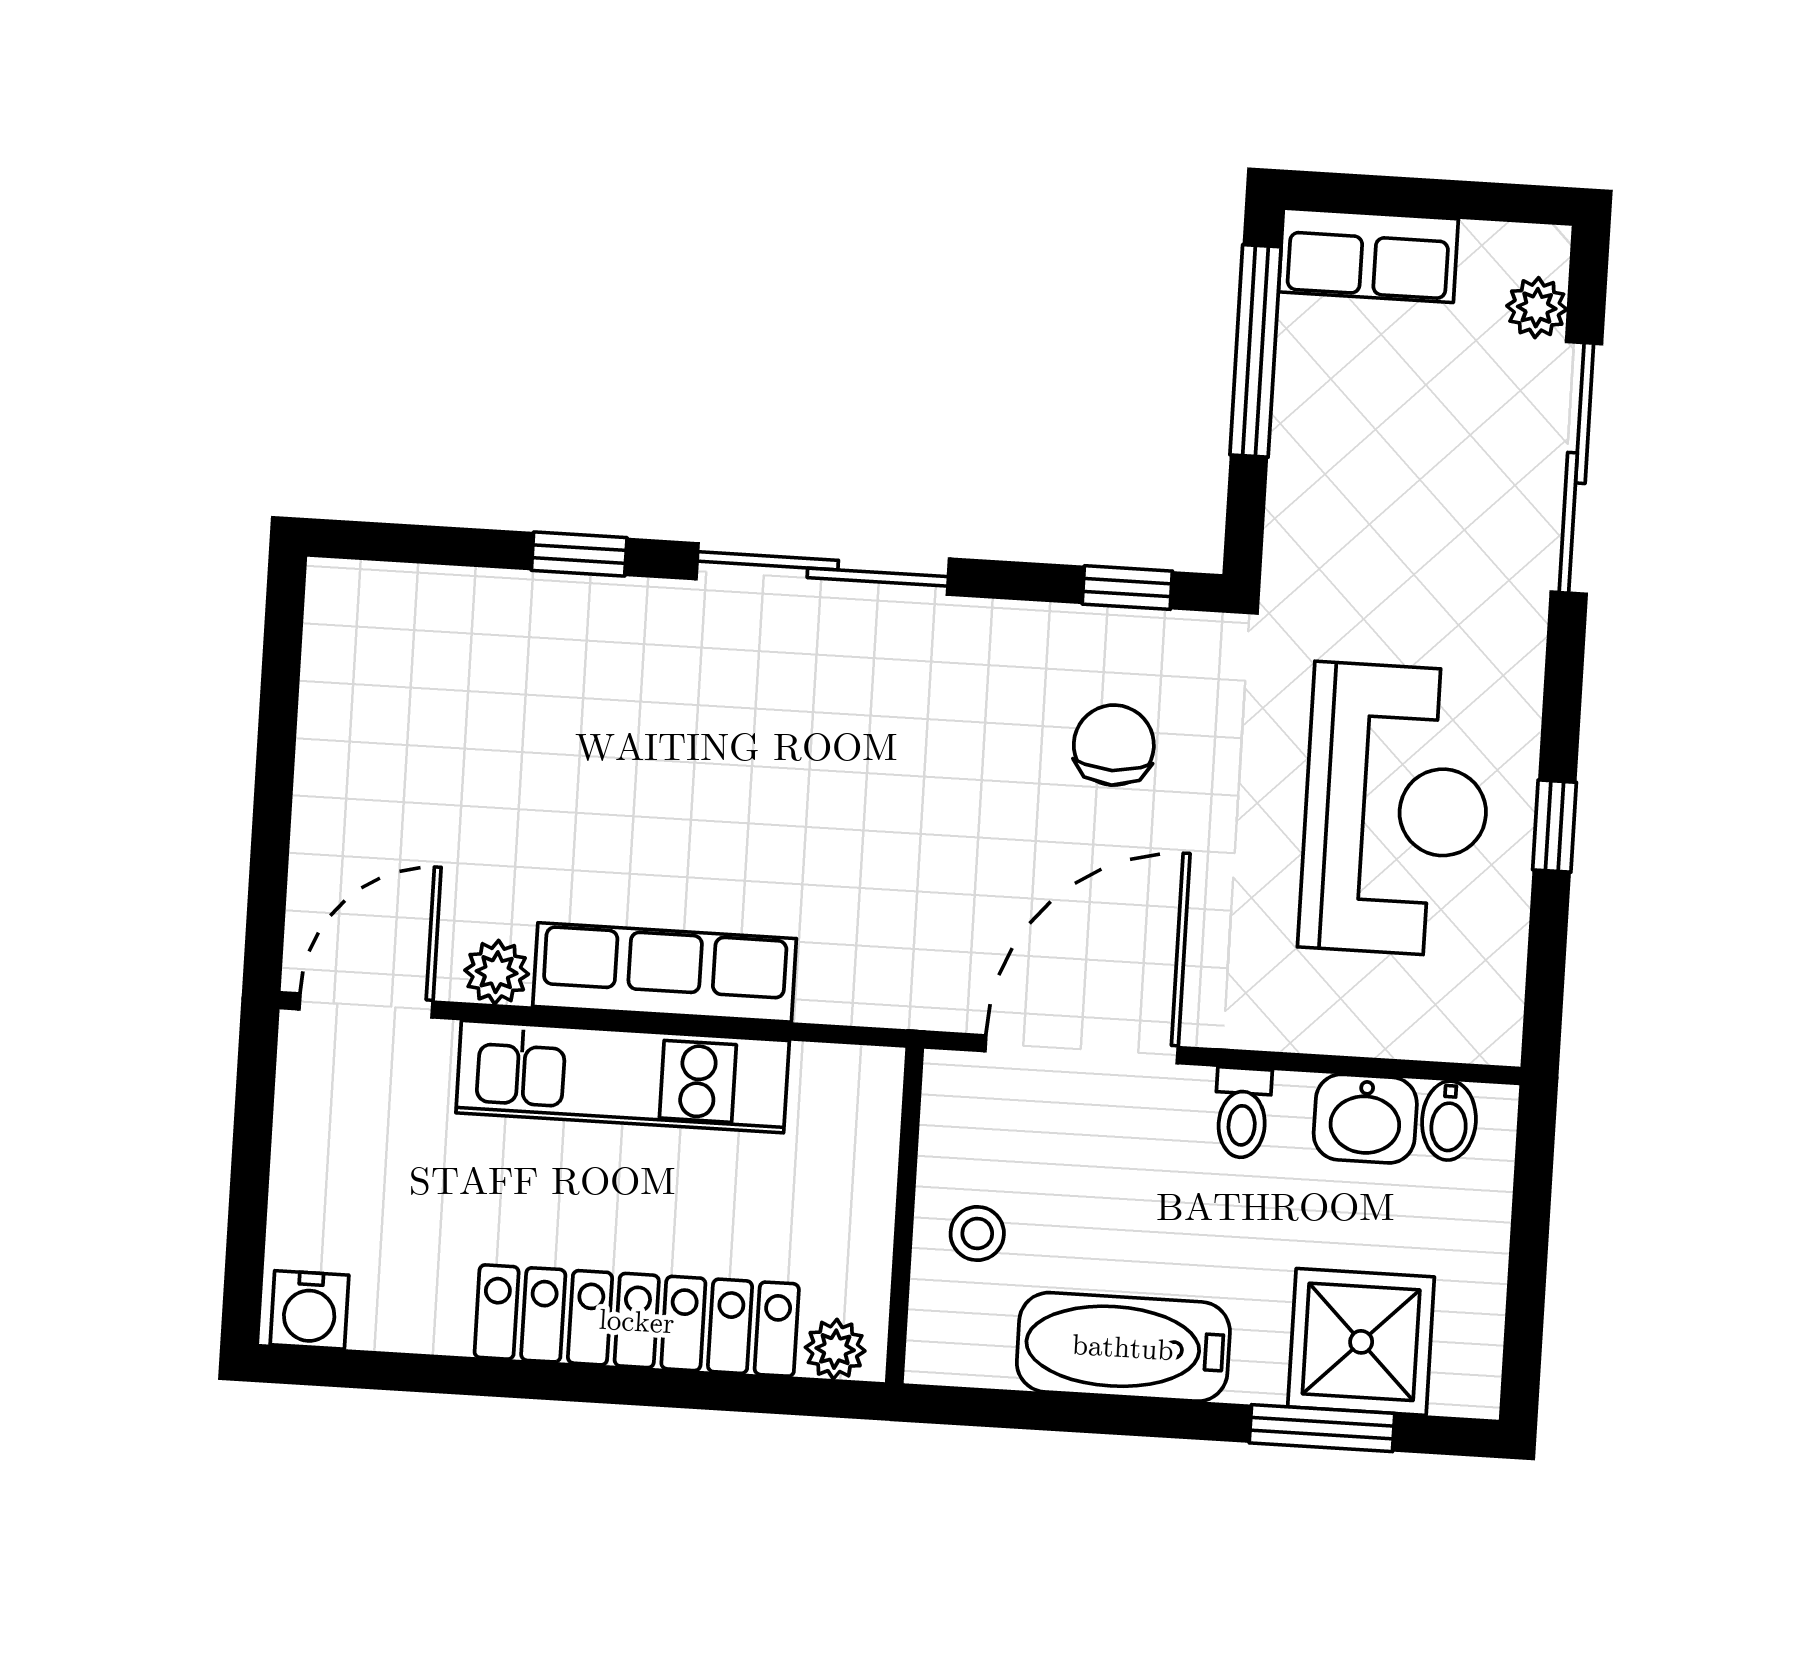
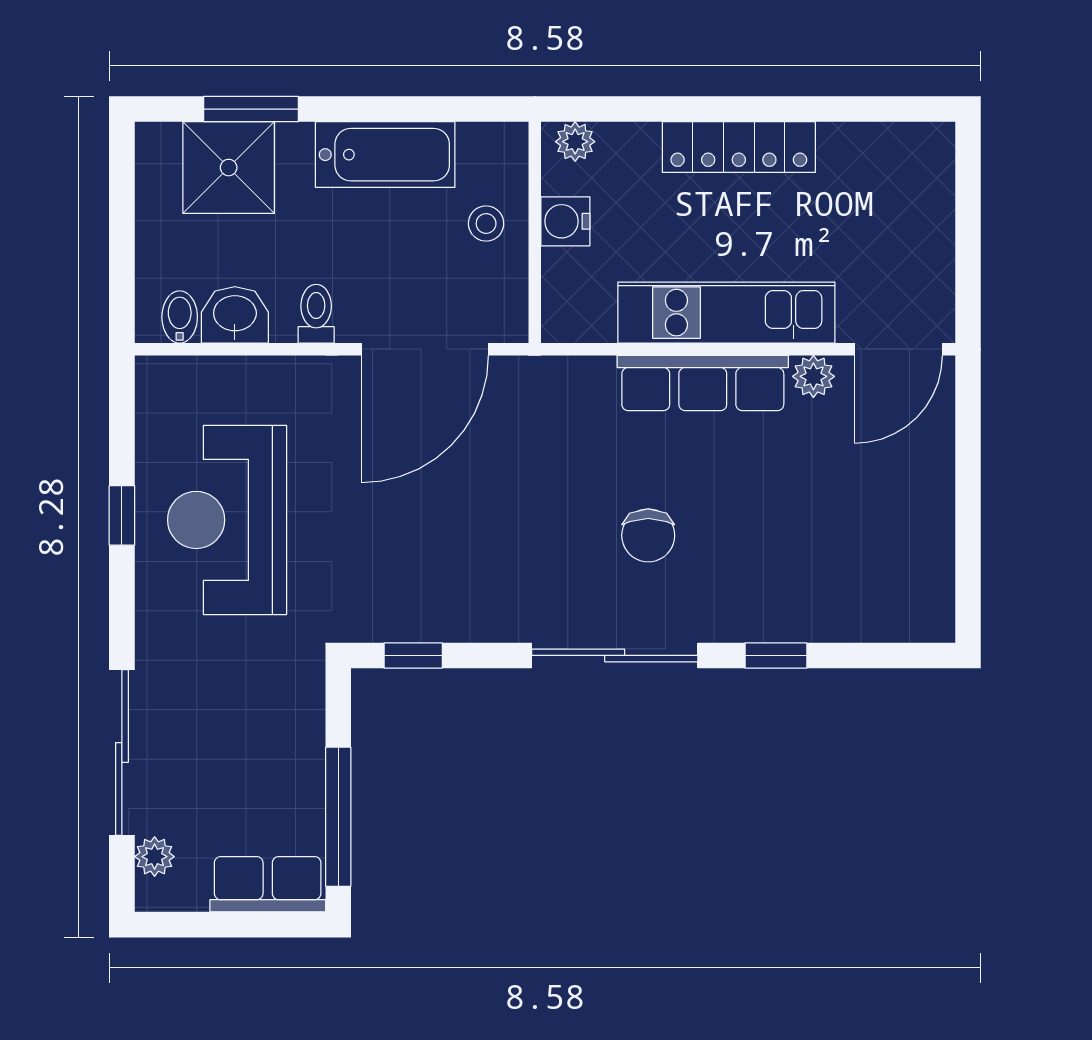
chair: (1114, 745) -> (648, 535), moved
water cooler: (309, 1310) -> (565, 221), moved, turned -90
locker: (637, 1321) -> (739, 147), width x0.71, depth x0.83

